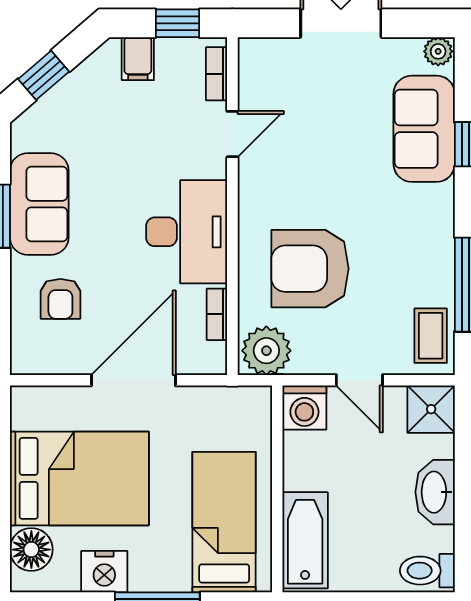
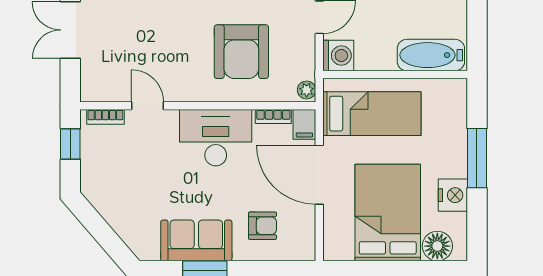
filing cabinet: (138, 59) -> (304, 124), moved, turned 90
window: (44, 75) -> (107, 237), removed
plant: (266, 351) -> (307, 90), width x0.53, depth x0.53
bed: (224, 522) -> (372, 114), moved, turned 180

